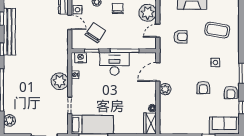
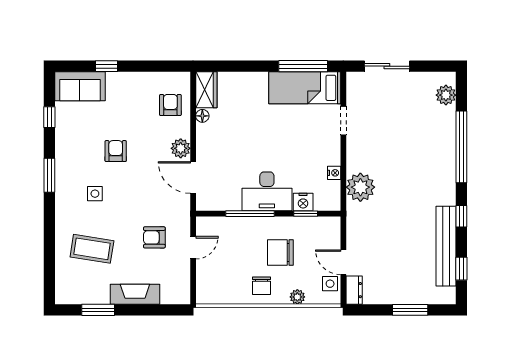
plant: (148, 13) -> (210, 278), removed
chair: (95, 33) -> (280, 253), moved, turned 57
nightstand: (81, 58) -> (303, 202), moved
door: (158, 72) -> (193, 177), swing flipped
plant: (60, 81) -> (360, 187), moved
armchair: (231, 92) -> (170, 105), moved

